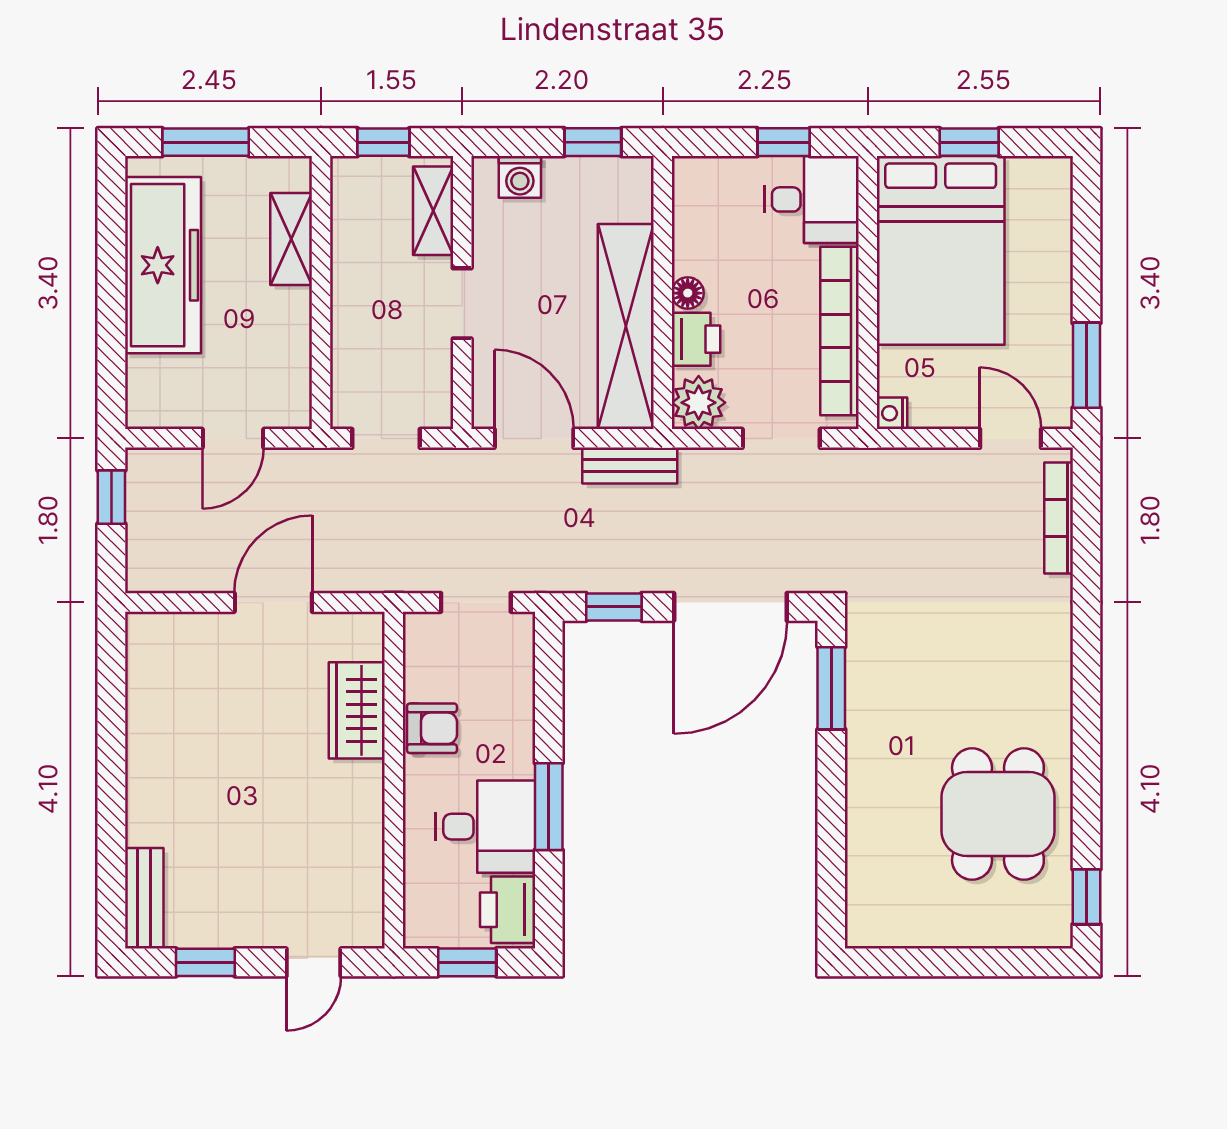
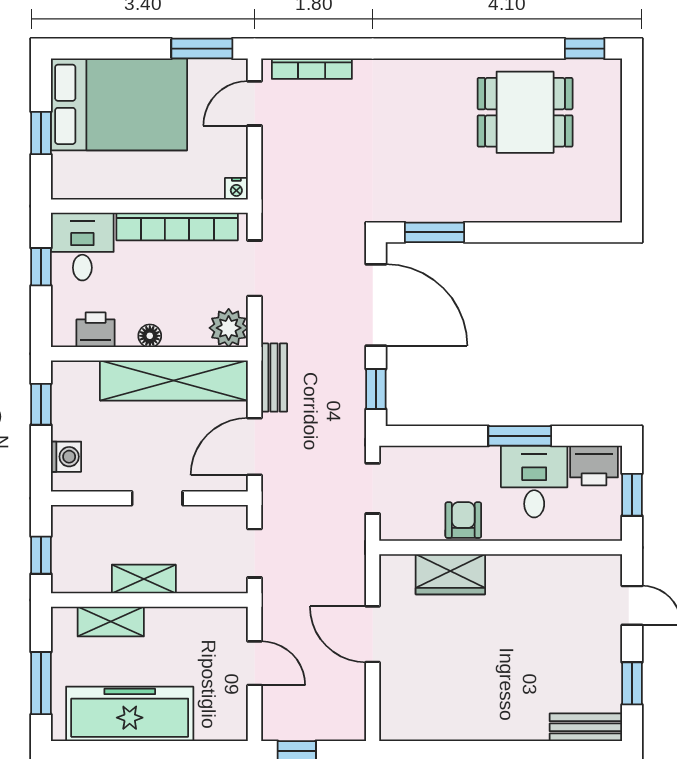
shelving: (433, 211) -> (144, 579), moved
bed: (941, 250) -> (119, 104), moved
printer: (696, 339) -> (96, 330), moved

